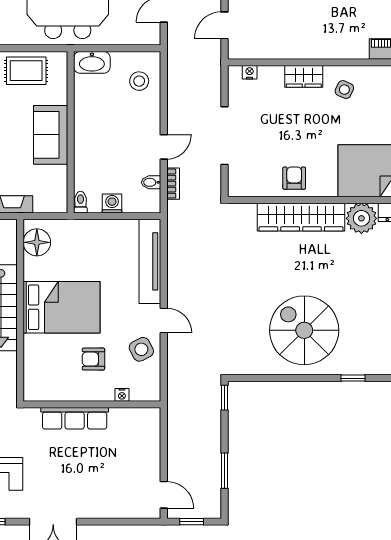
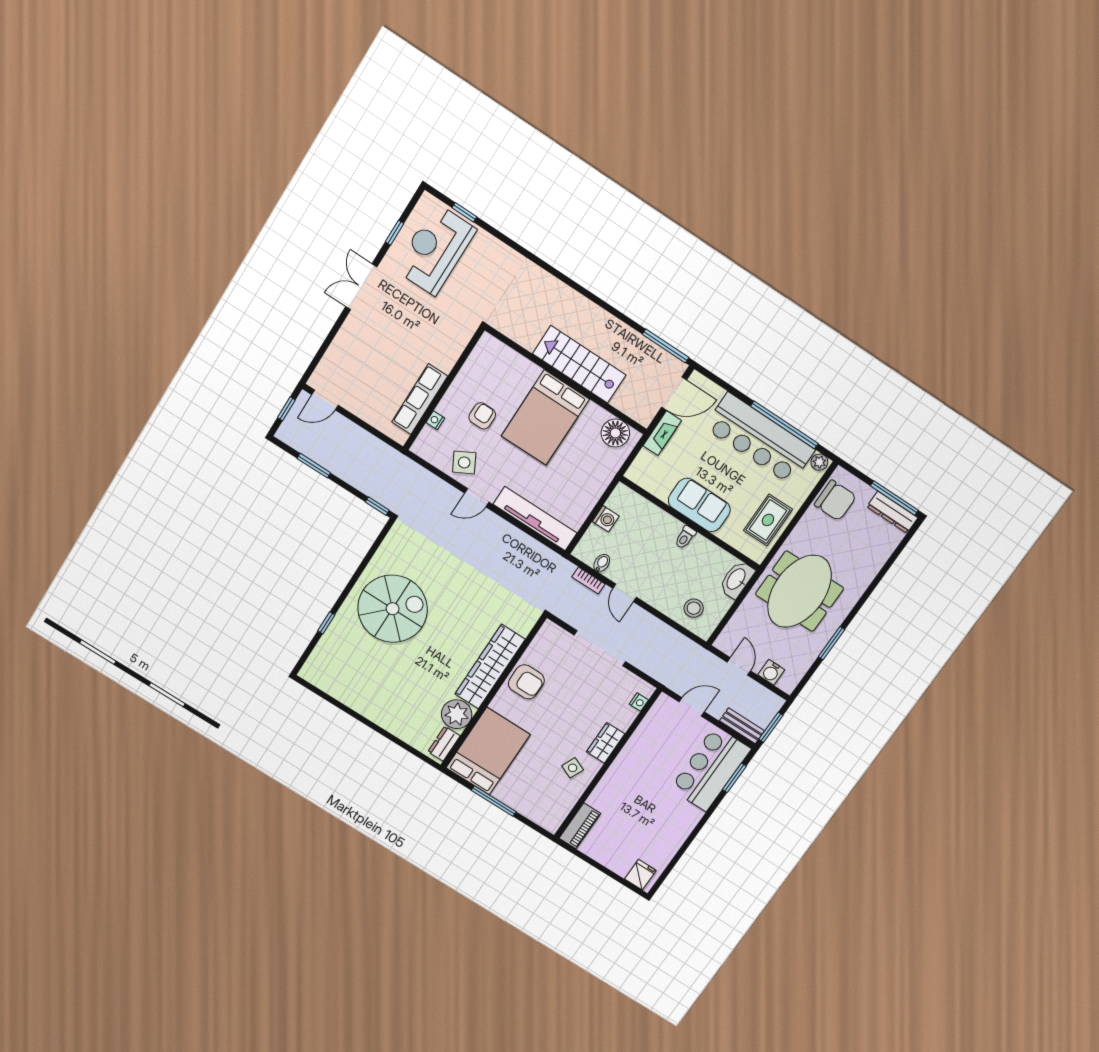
door: (224, 25) -> (692, 707), hinge flipped
armchair: (294, 178) -> (526, 682), width x1.38, depth x1.38
toilet: (80, 202) -> (685, 537), moved, turned 90
row of seats: (75, 418) -> (420, 399), moved

